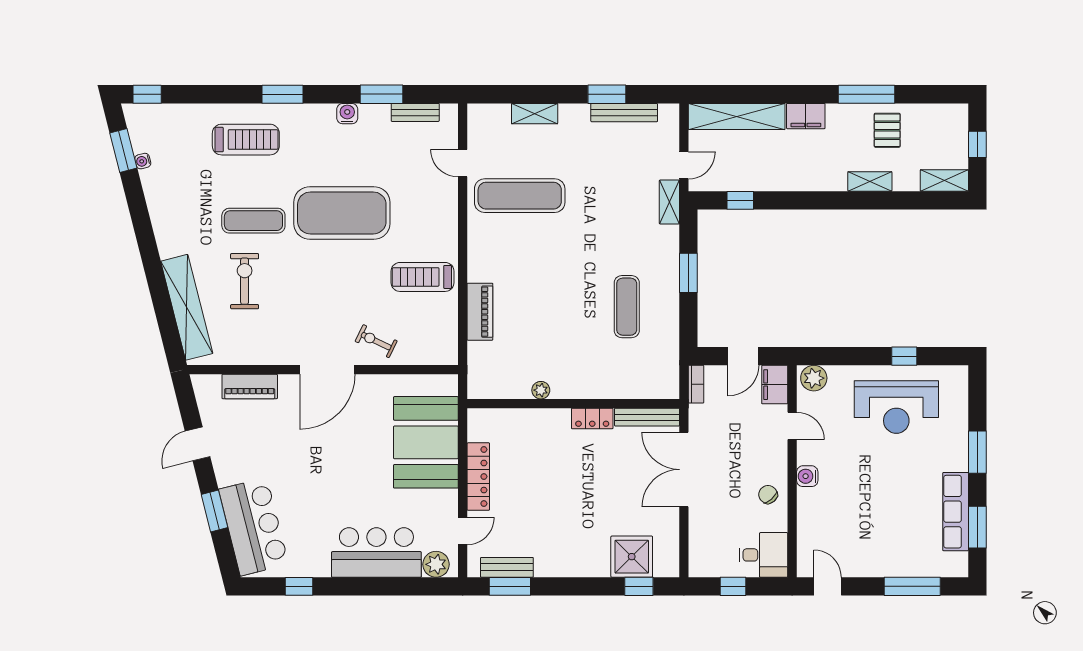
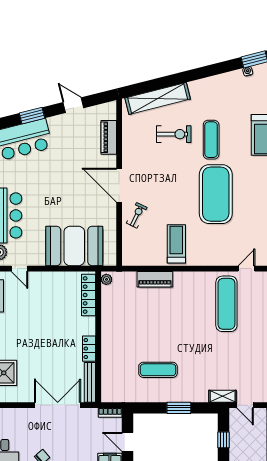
plant: (541, 390) -> (106, 279), moved
locker: (478, 477) -> (89, 295), moved, turned 90

